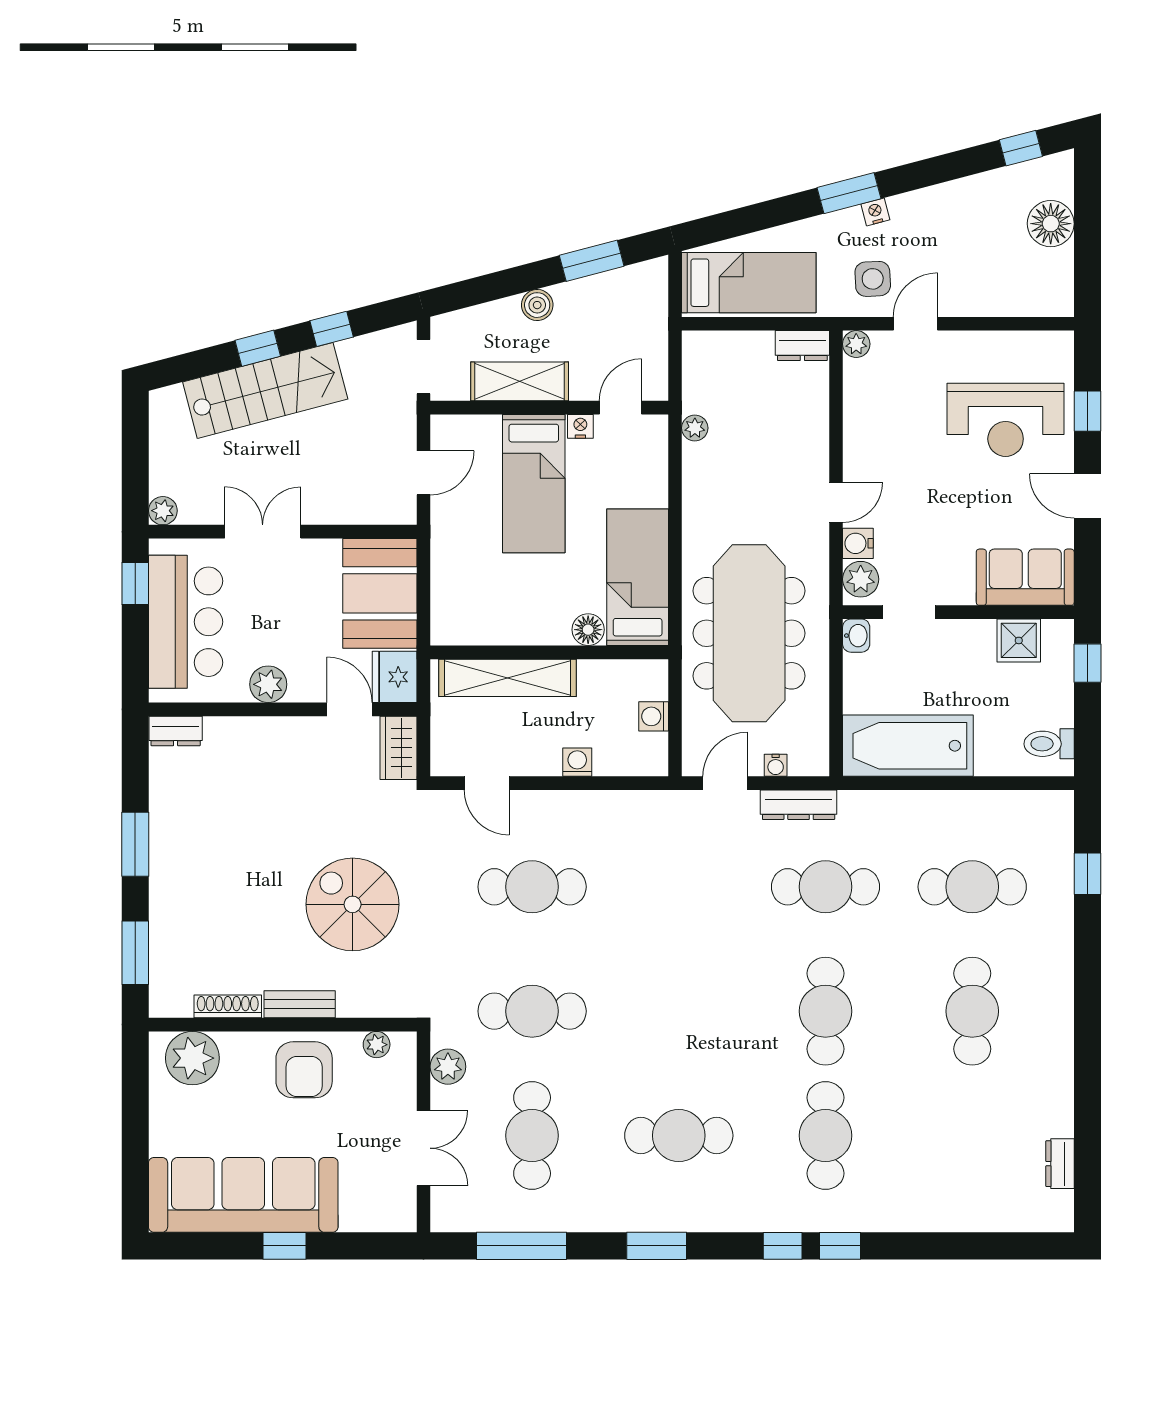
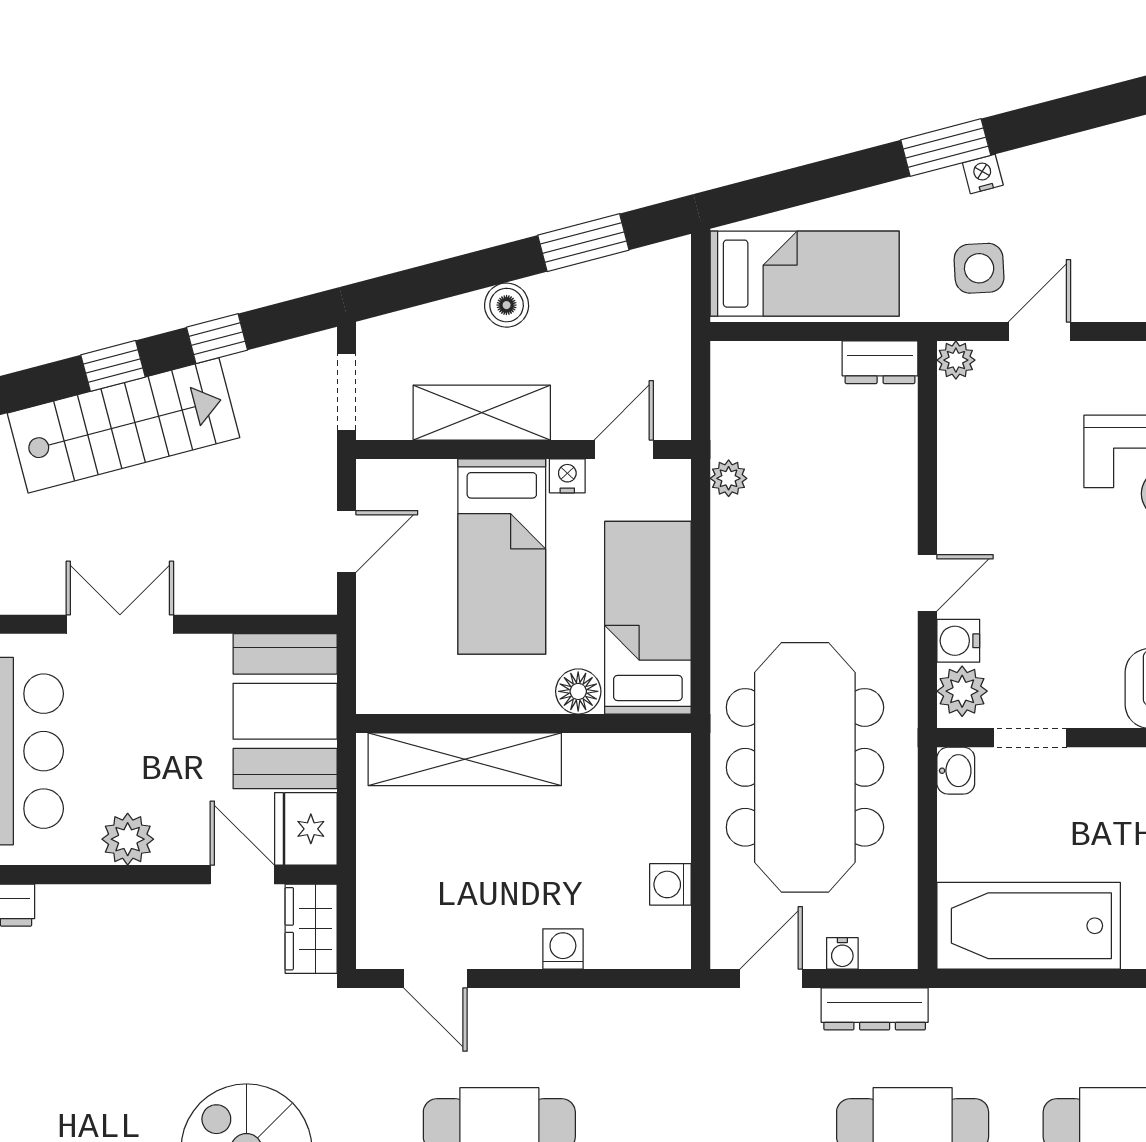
bed: (638, 577) -> (648, 618), moved
floor lamp: (588, 630) -> (578, 691), moved
wall: (549, 652) -> (524, 723), moved
shelving: (507, 678) -> (465, 759), moved

